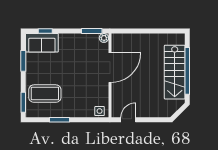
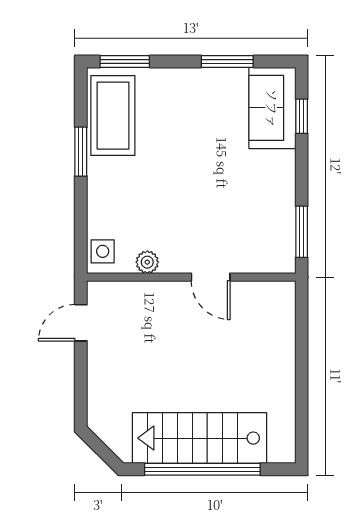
plant: (104, 38) -> (147, 262), moved
door: (110, 68) -> (211, 277), width x0.53
coffee table: (45, 94) -> (113, 116), moved
door: (128, 120) -> (81, 323), swing flipped

